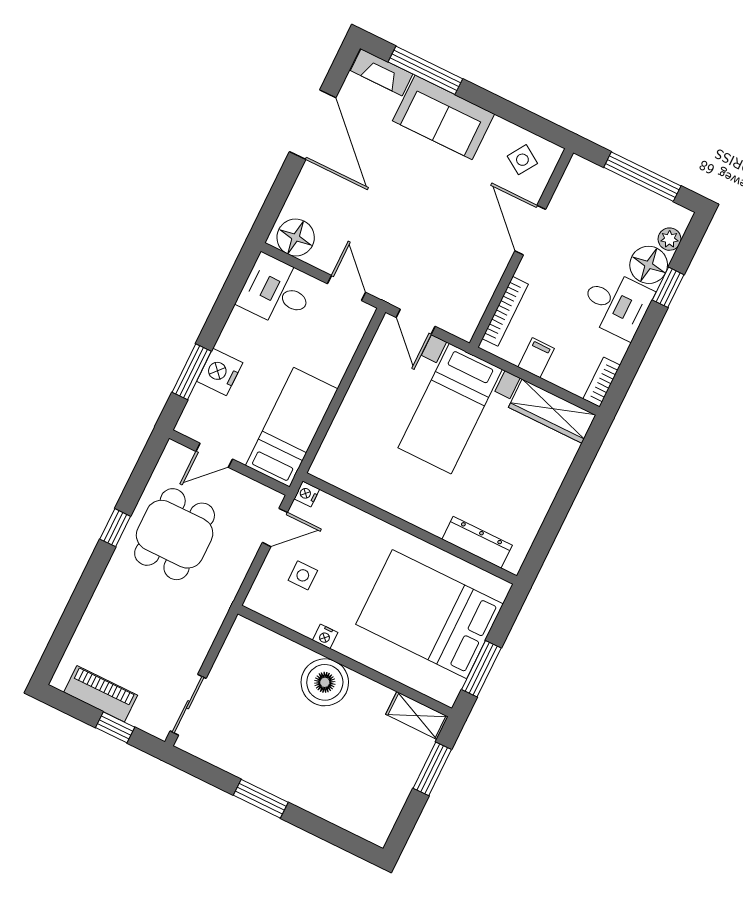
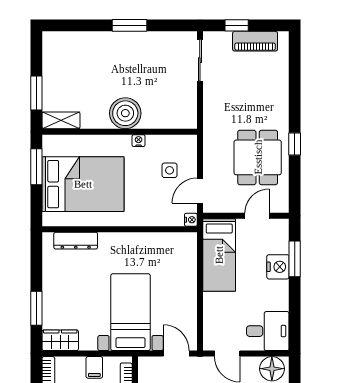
wardrobe: (552, 411) -> (60, 340), width x0.67
window: (575, 477) -> (36, 308), added

